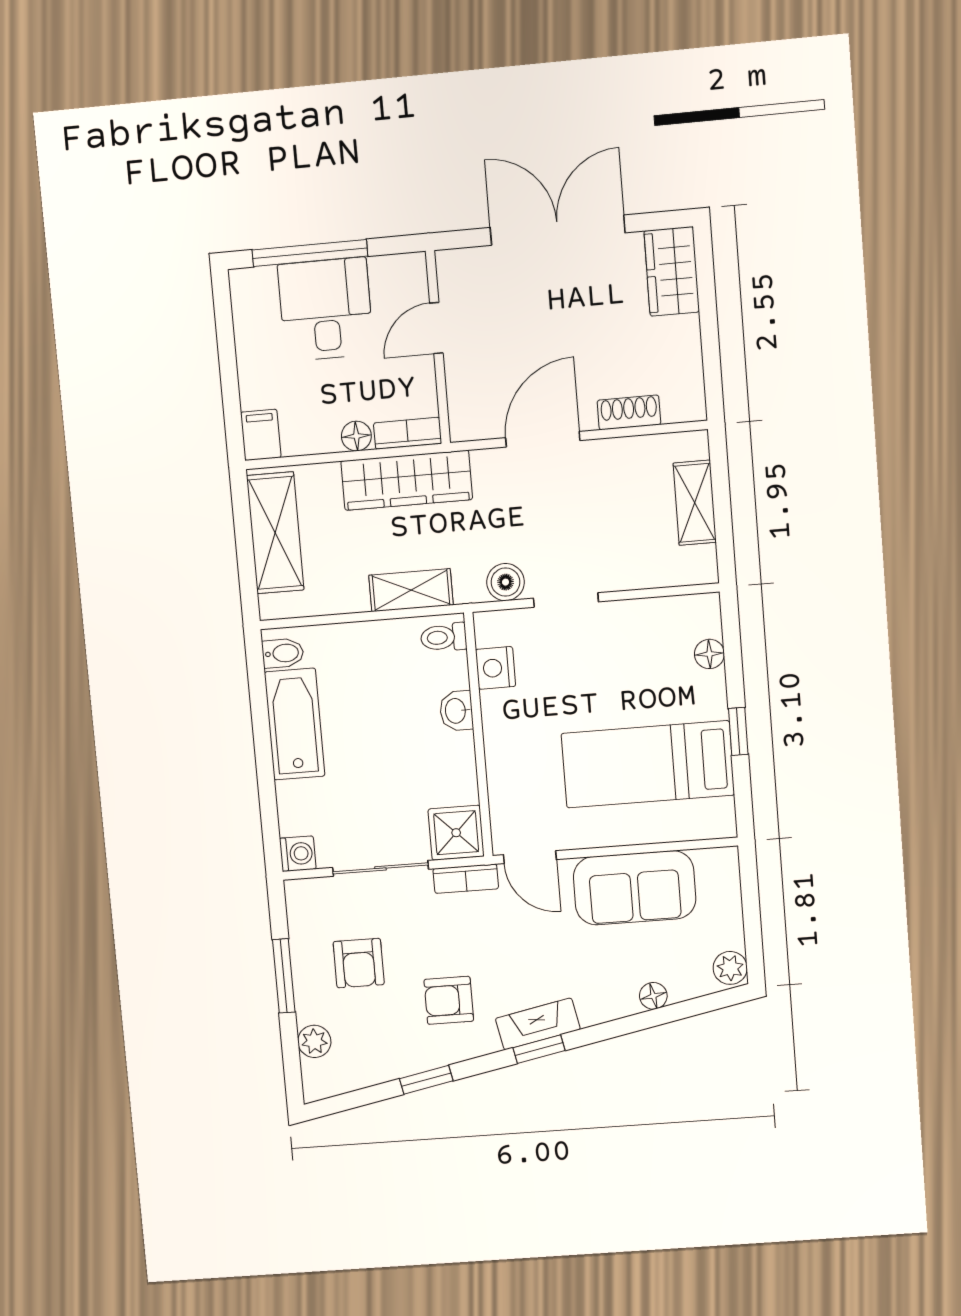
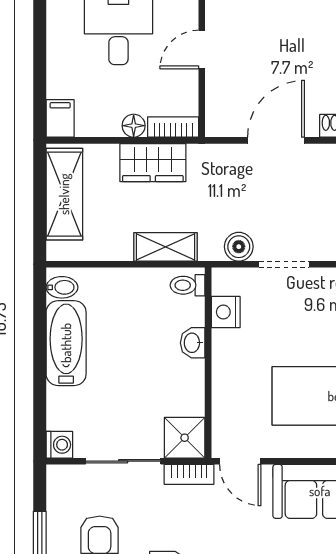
wardrobe: (407, 480) -> (153, 163), width x0.67

